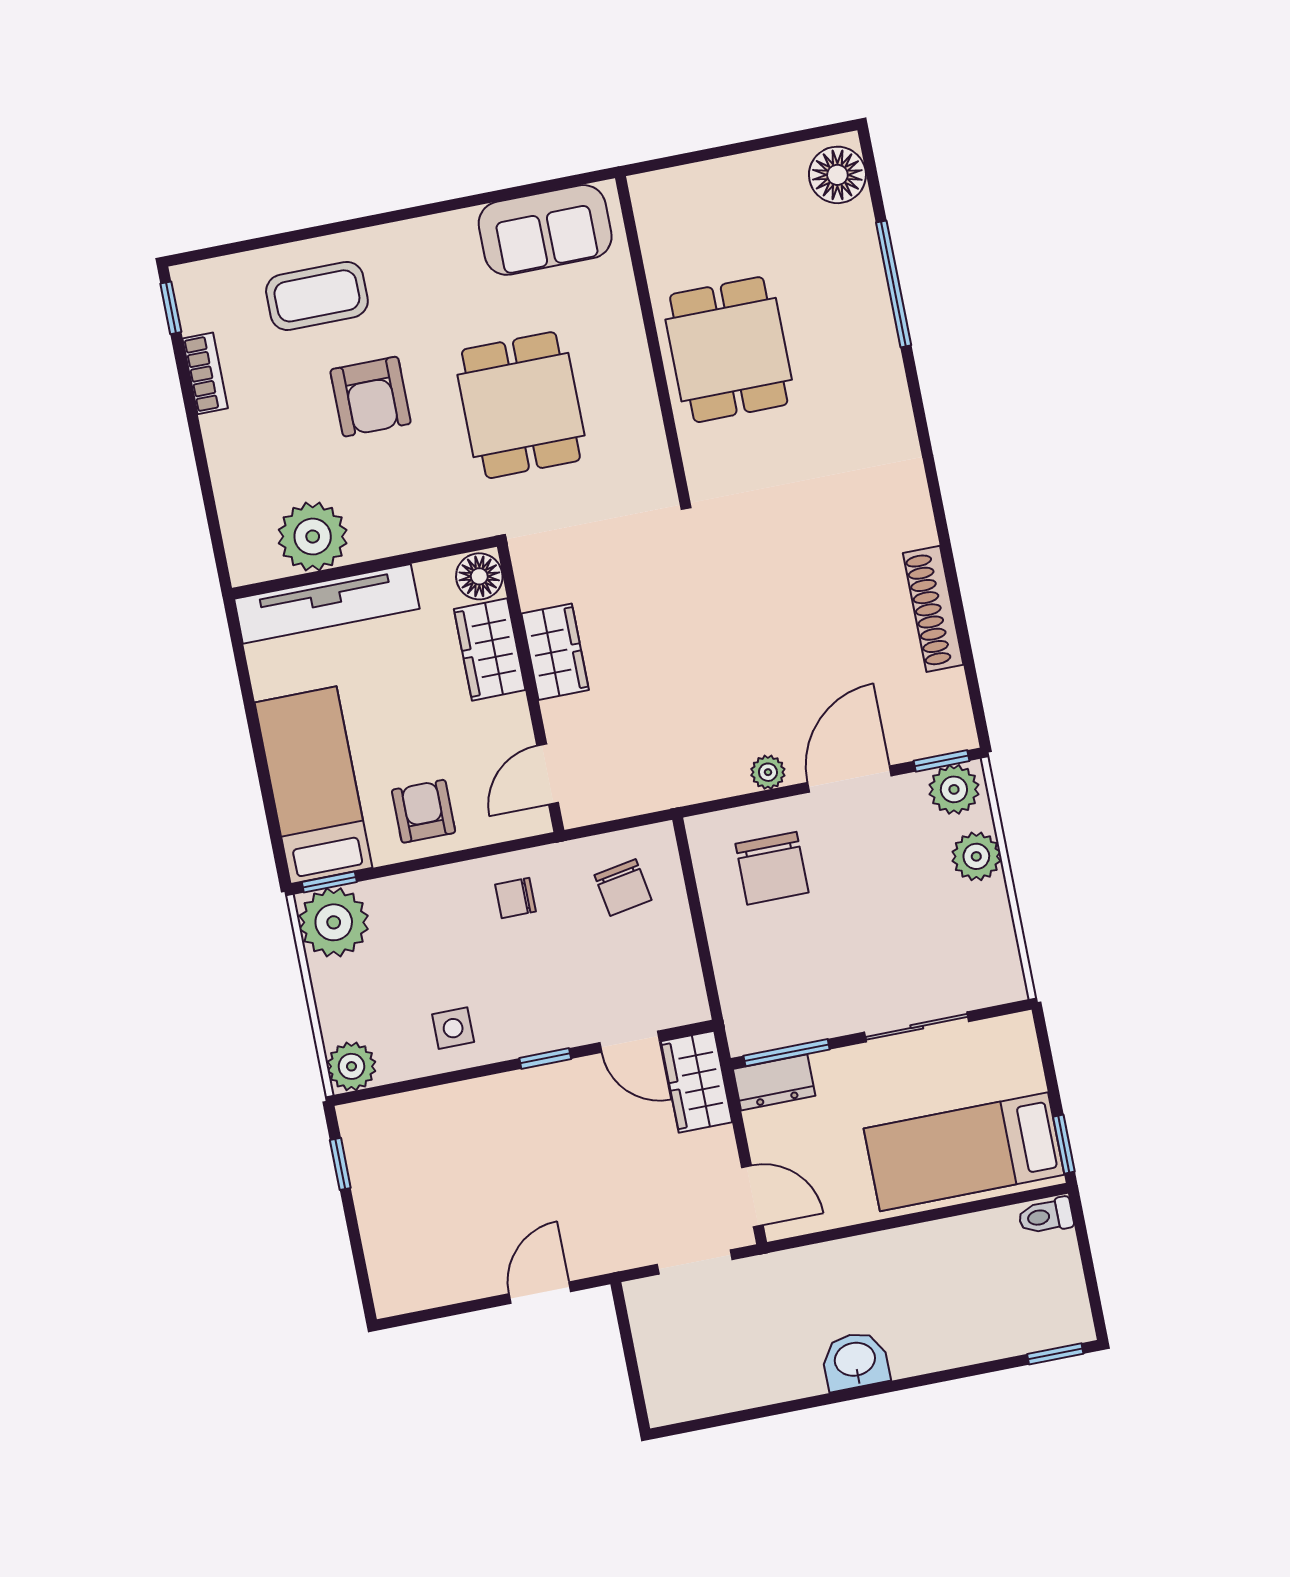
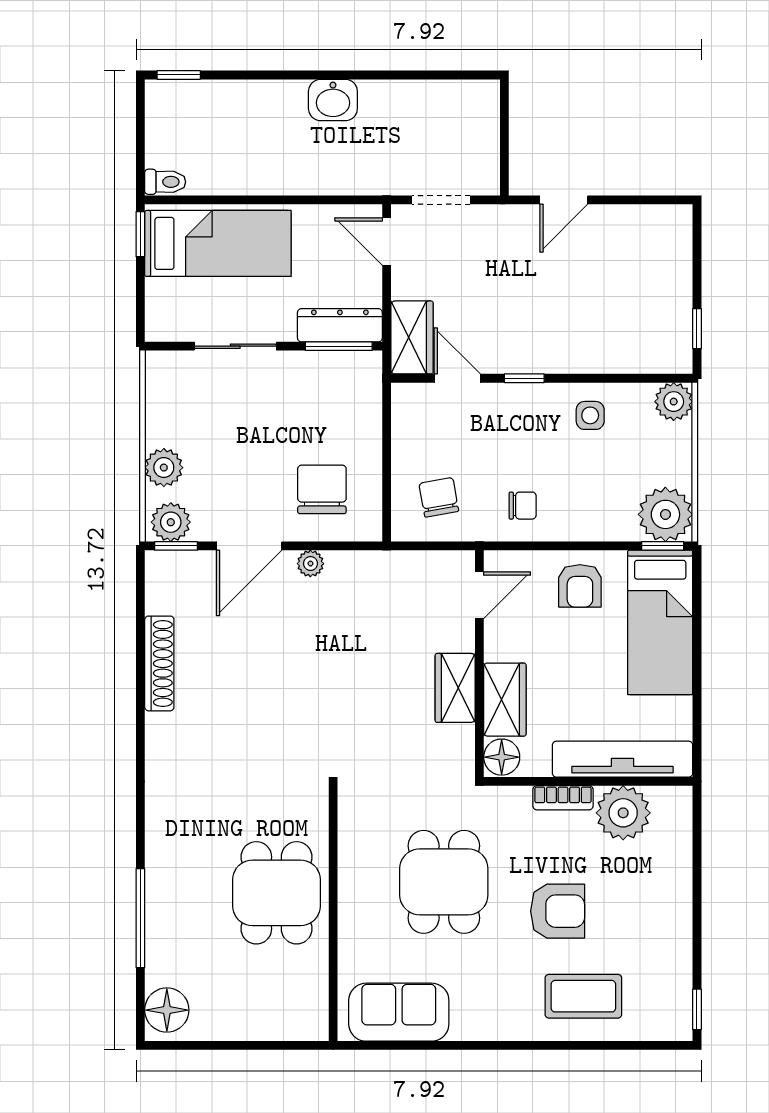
bookcase: (205, 373) -> (563, 798), moved, turned -90
armchair: (371, 397) -> (558, 911), turned 90
dresser: (774, 1082) -> (340, 325), width x1.44

